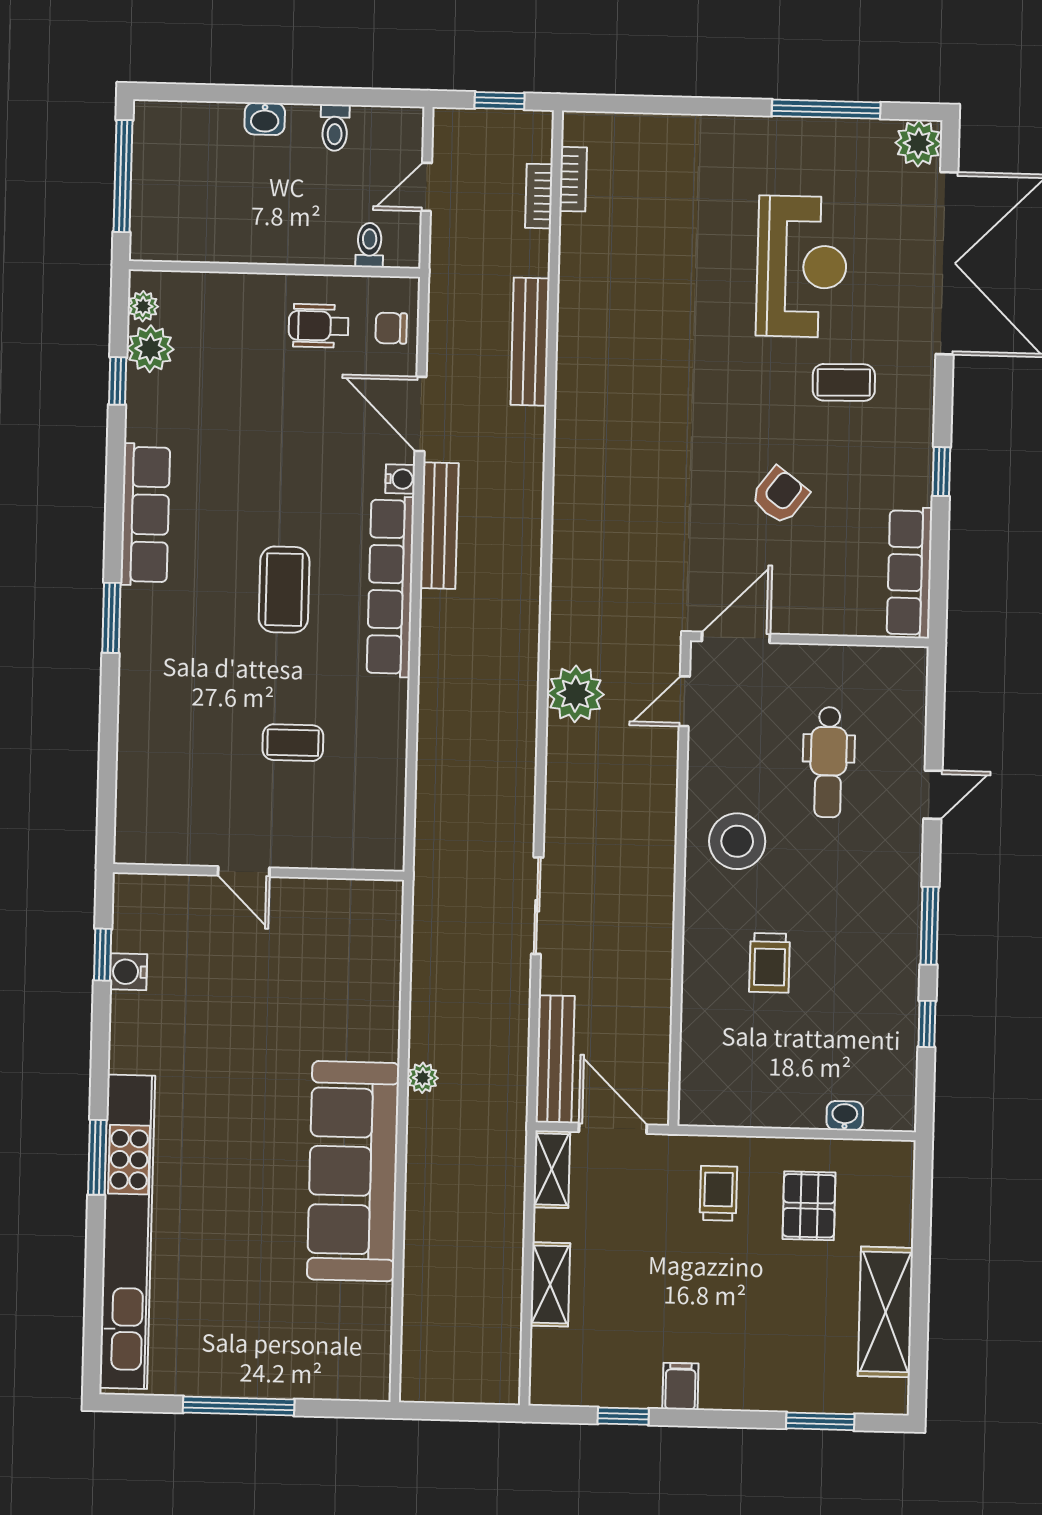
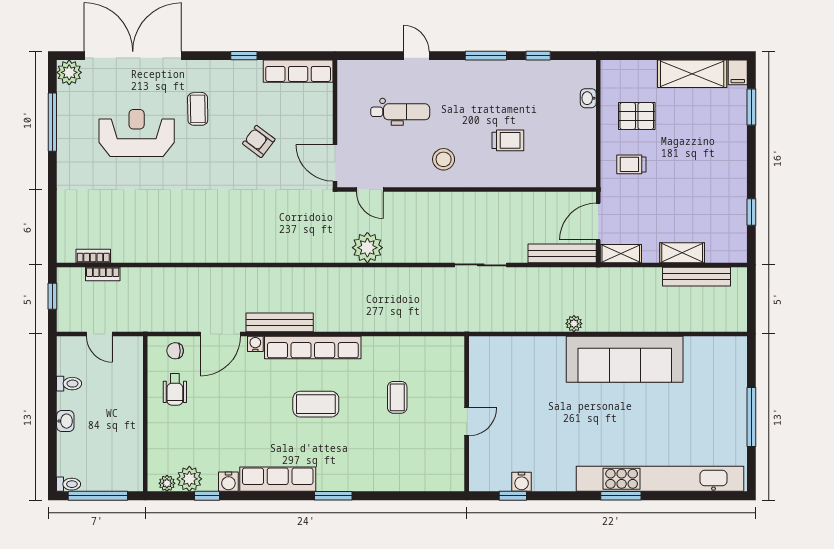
toilet: (369, 245) -> (69, 484), moved, turned 180
chair: (391, 328) -> (175, 351), turned 90
bench: (530, 342) -> (697, 277), moved
water cooler: (143, 422) -> (228, 482), added
stool: (737, 841) -> (444, 159), width x0.73, depth x0.73
filing cabinet: (680, 1386) -> (738, 72), moved, turned -90

